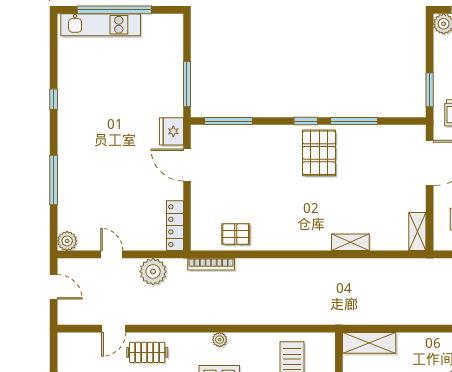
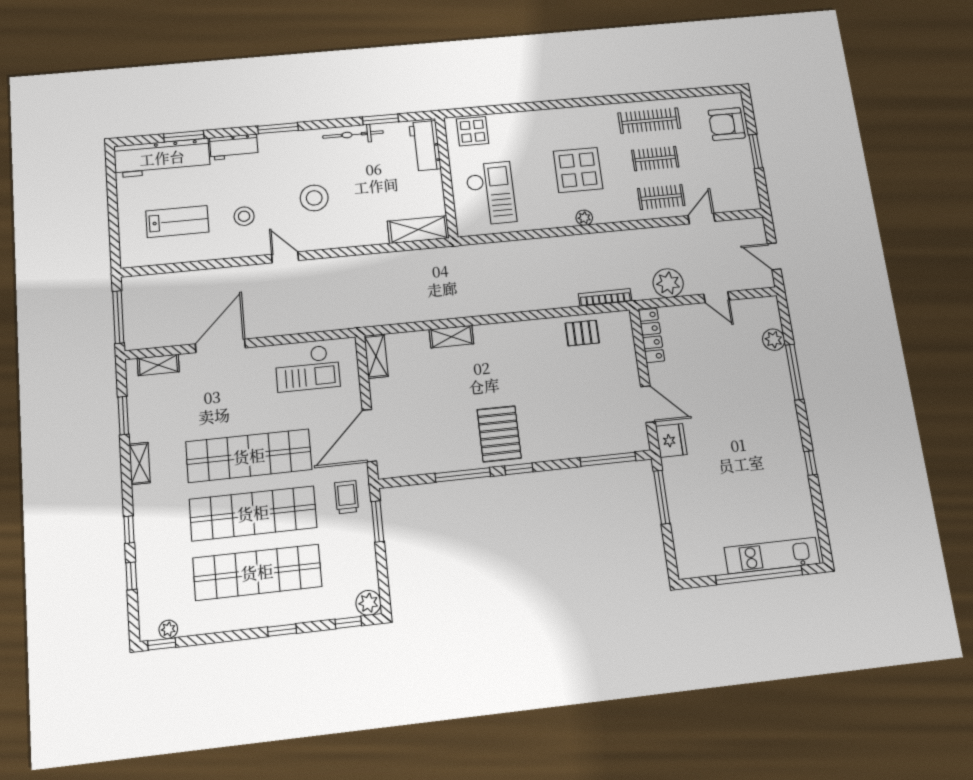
plant: (67, 241) -> (774, 340), moved

